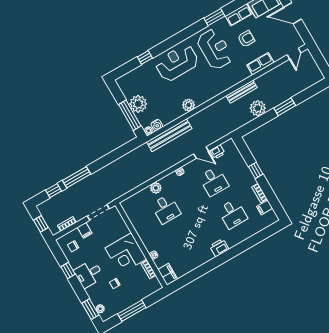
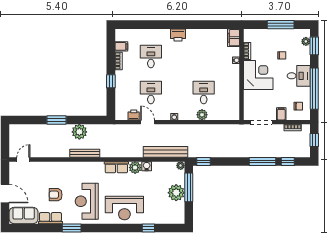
row of seats: (260, 64) -> (116, 167), moved
water cooler: (157, 125) -> (147, 166), moved
window: (130, 146) -> (203, 162), added
window: (68, 271) -> (314, 89), width x3.17

